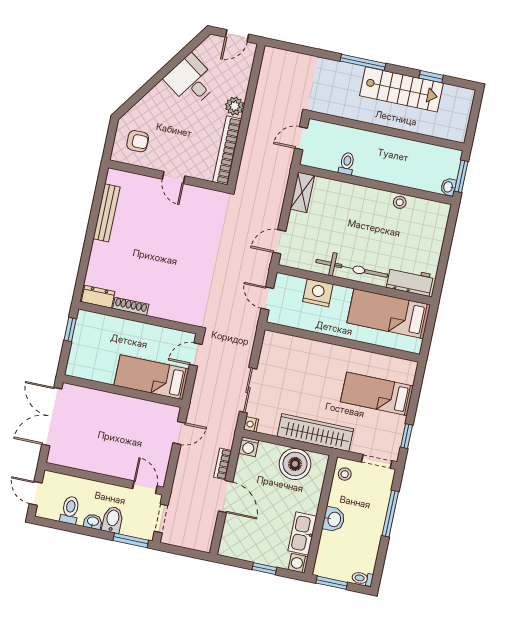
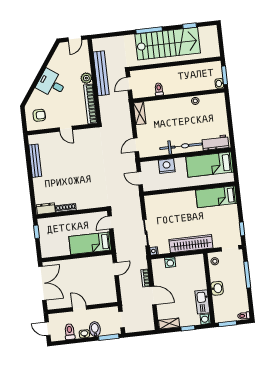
desk: (191, 81) -> (51, 84), moved
stairs: (401, 89) -> (168, 44), width x1.36, depth x1.51
bench: (261, 106) -> (101, 73), added
bed: (377, 394) -> (216, 197), moved
double door: (52, 417) -> (42, 283), swing flipped
washing machine: (249, 447) -> (170, 262), moved
boiler: (295, 464) -> (186, 265), removed
door: (145, 487) -> (79, 308), moved
shelving: (236, 551) -> (169, 324), added

